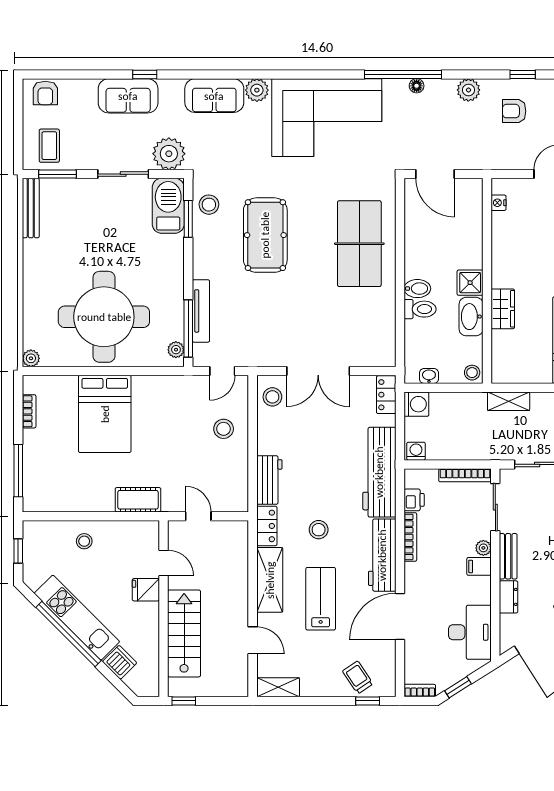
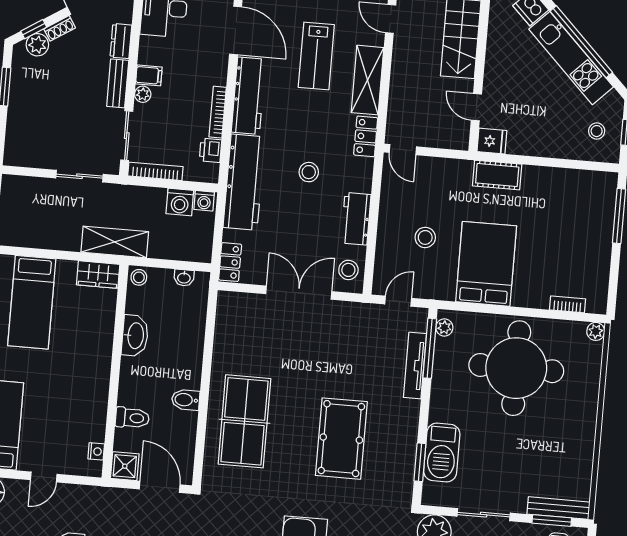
stool: (209, 205) -> (397, 475), removed
barbecue: (168, 206) -> (442, 452), moved
bench: (31, 208) -> (558, 508), moved, turned 90
shower: (470, 283) -> (125, 466), moved
bidet: (417, 289) -> (186, 400), moved
toilet: (420, 309) -> (132, 418), moved, turned 180
wardrobe: (503, 309) -> (98, 275), moved, turned -90
shelving: (509, 401) -> (115, 242), width x1.50, depth x1.33
washing machine: (416, 404) -> (180, 202), moved, turned -90
bookcase: (29, 411) -> (567, 304), moved, turned 90
bed: (105, 414) -> (486, 264), moved
stool: (224, 429) -> (425, 237), moved
workbench: (269, 480) -> (356, 219), moved
door: (198, 516) -> (403, 150), moved
stool: (319, 530) -> (309, 172), moved
stool: (84, 541) -> (597, 131), moved
fridge: (146, 590) -> (492, 141), moved
door: (400, 616) -> (236, 30), hinge flipped

